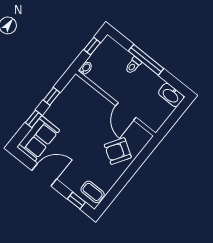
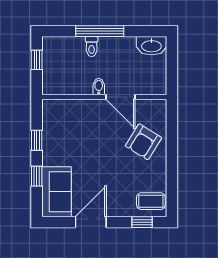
bidet: (86, 68) -> (99, 87), moved

